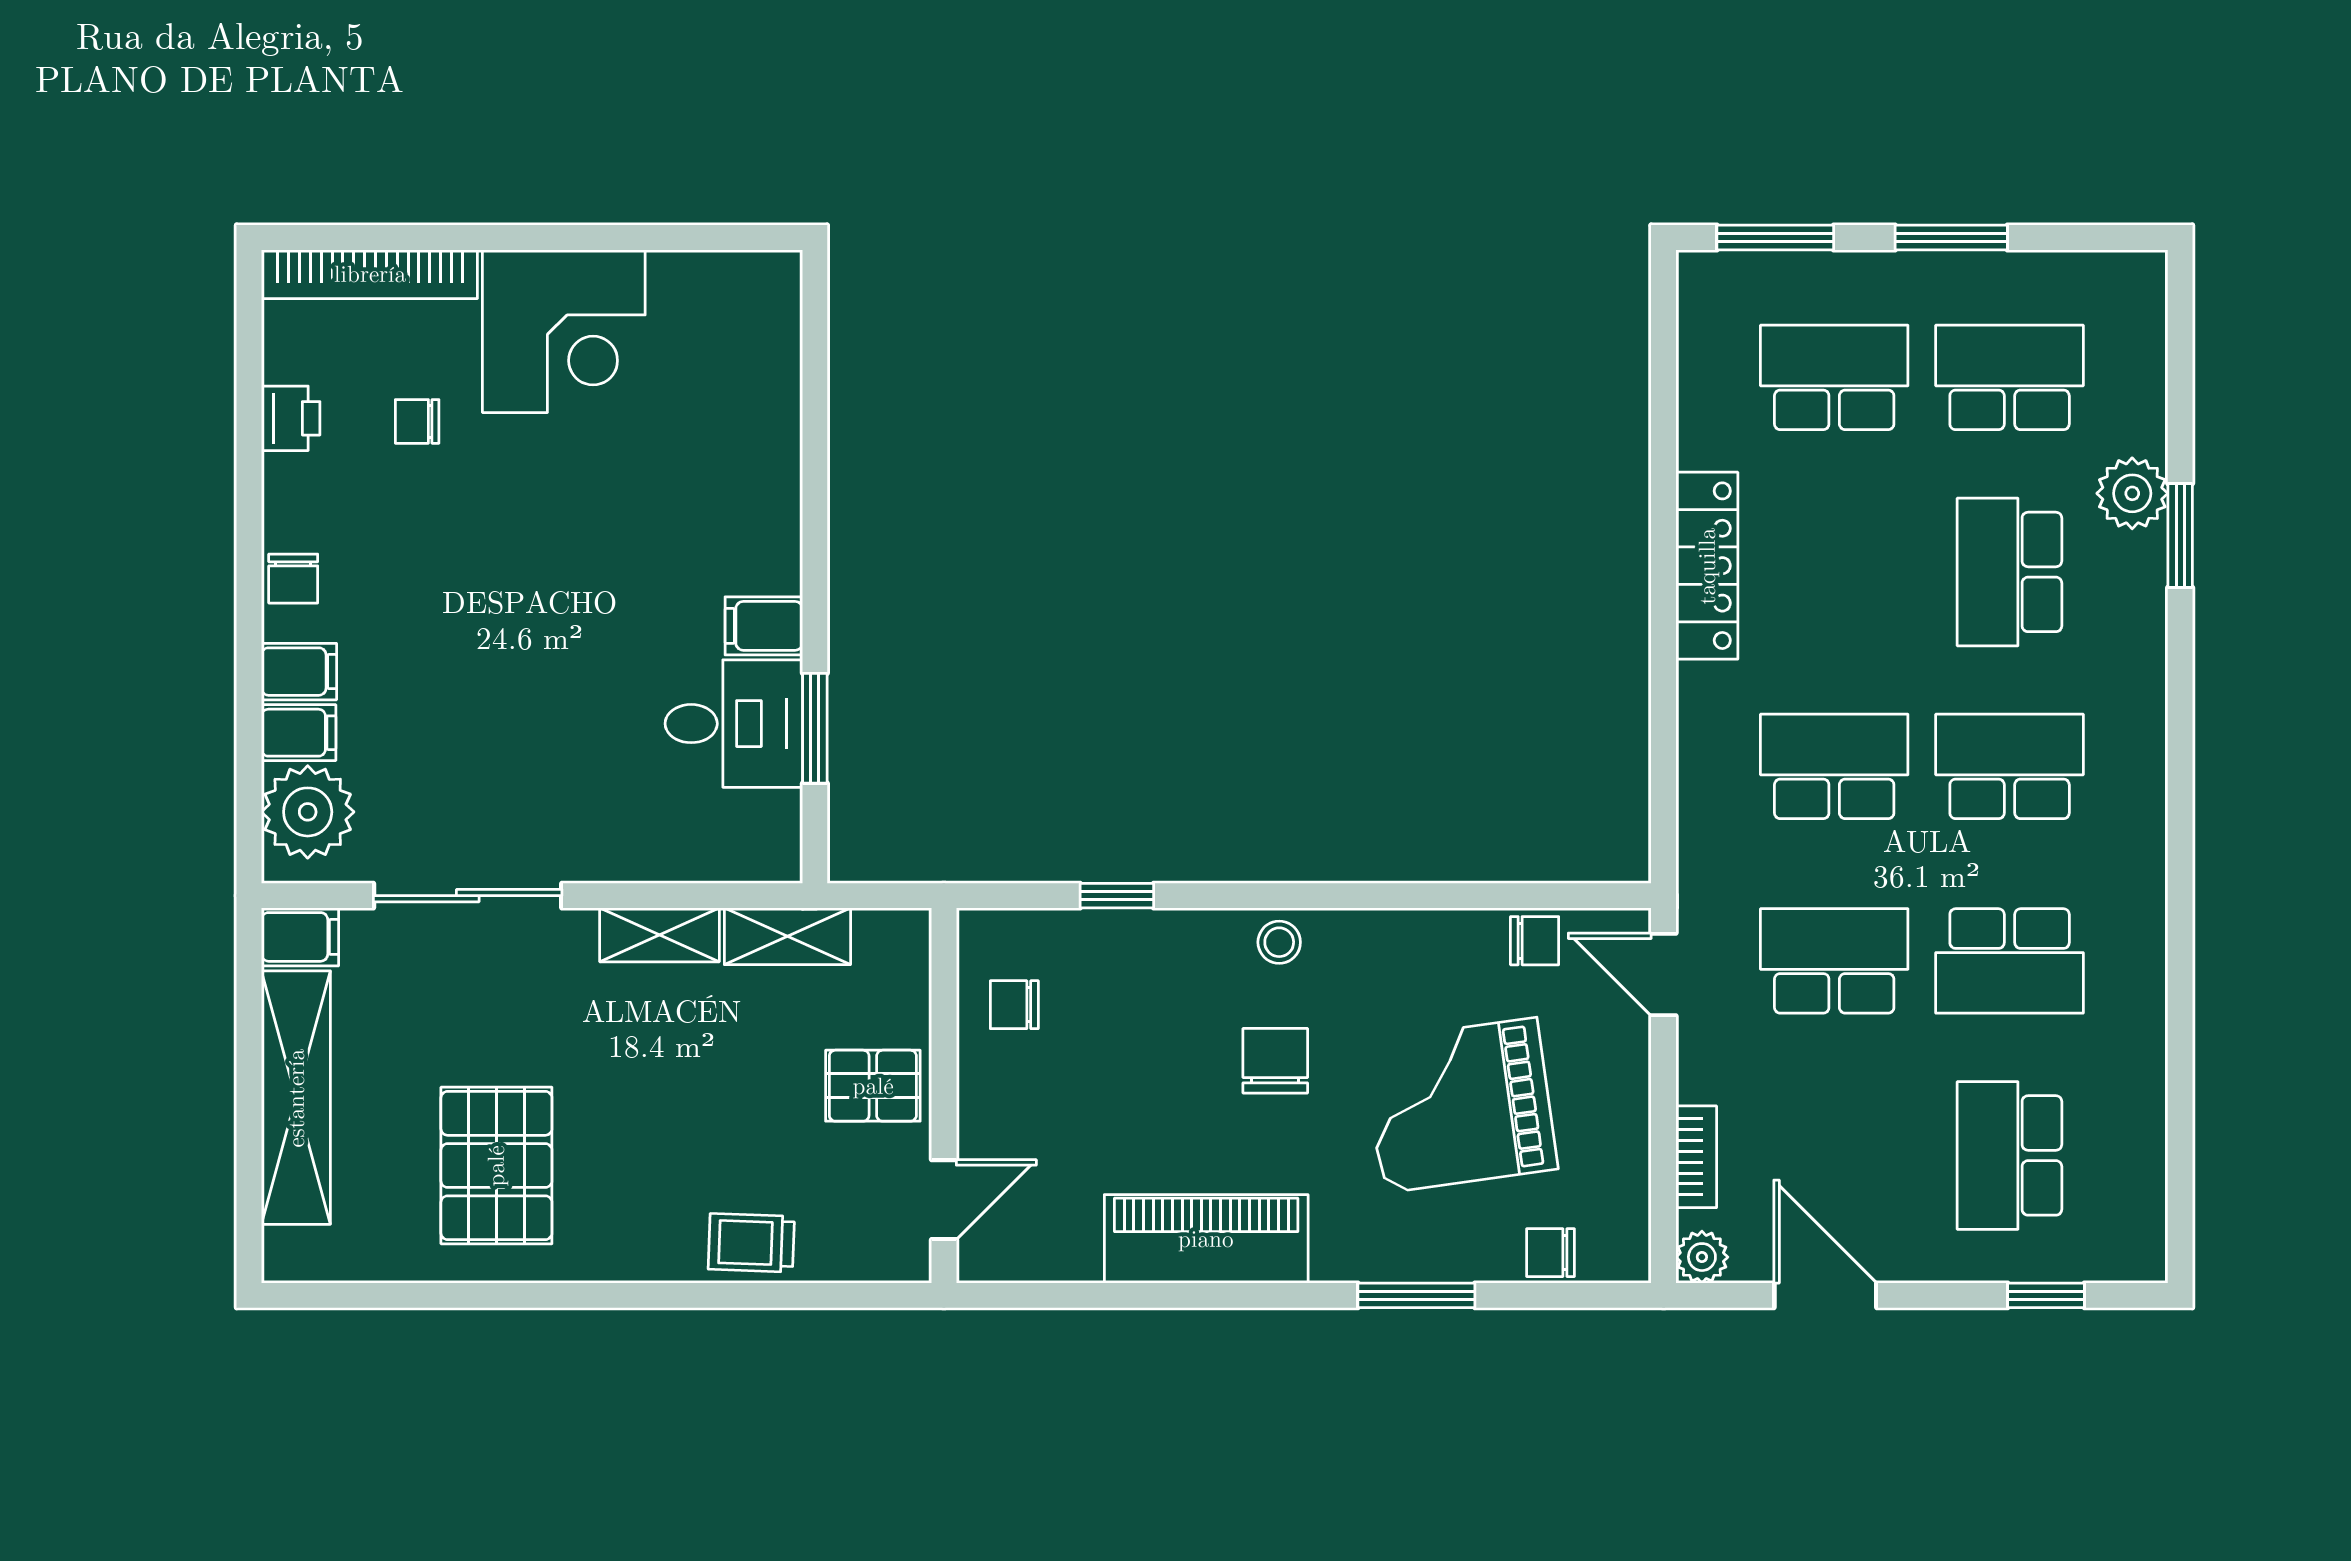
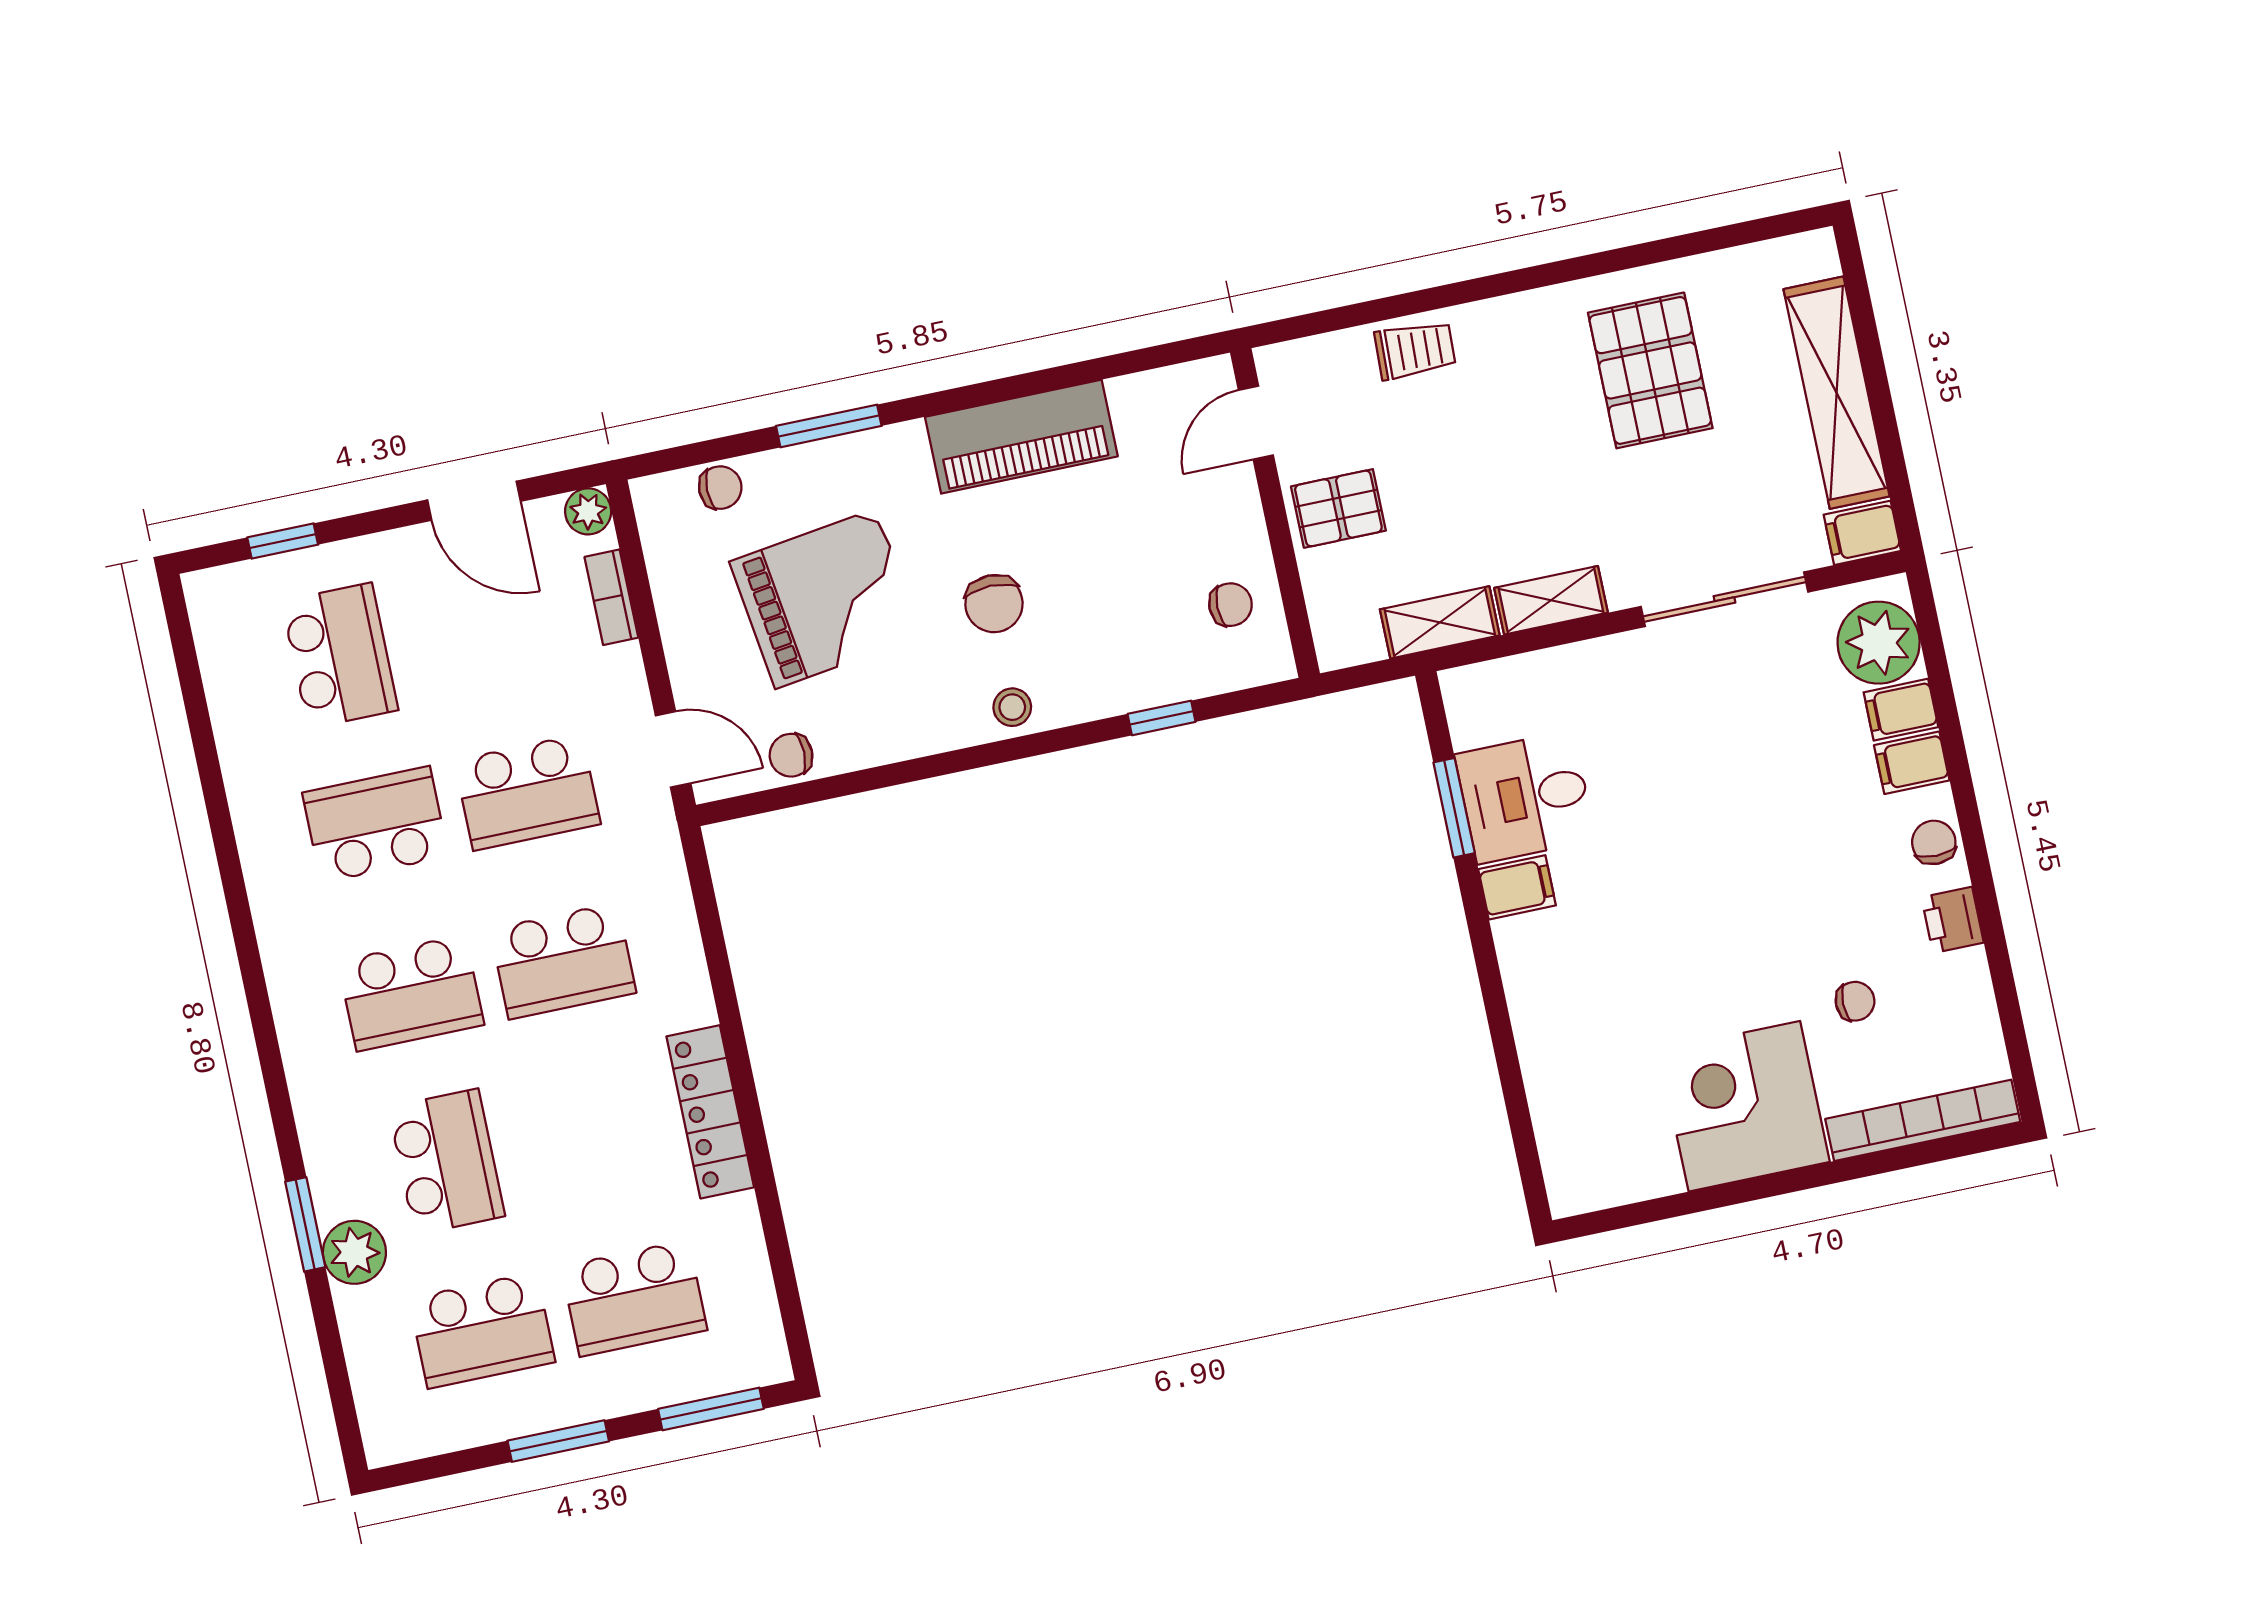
printer: (291, 418) -> (1952, 920), moved

